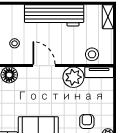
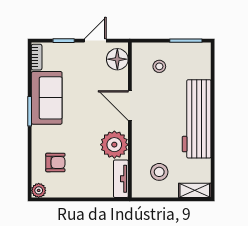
stool: (92, 54) -> (159, 172), moved
door: (44, 66) -> (130, 105), swing flipped

